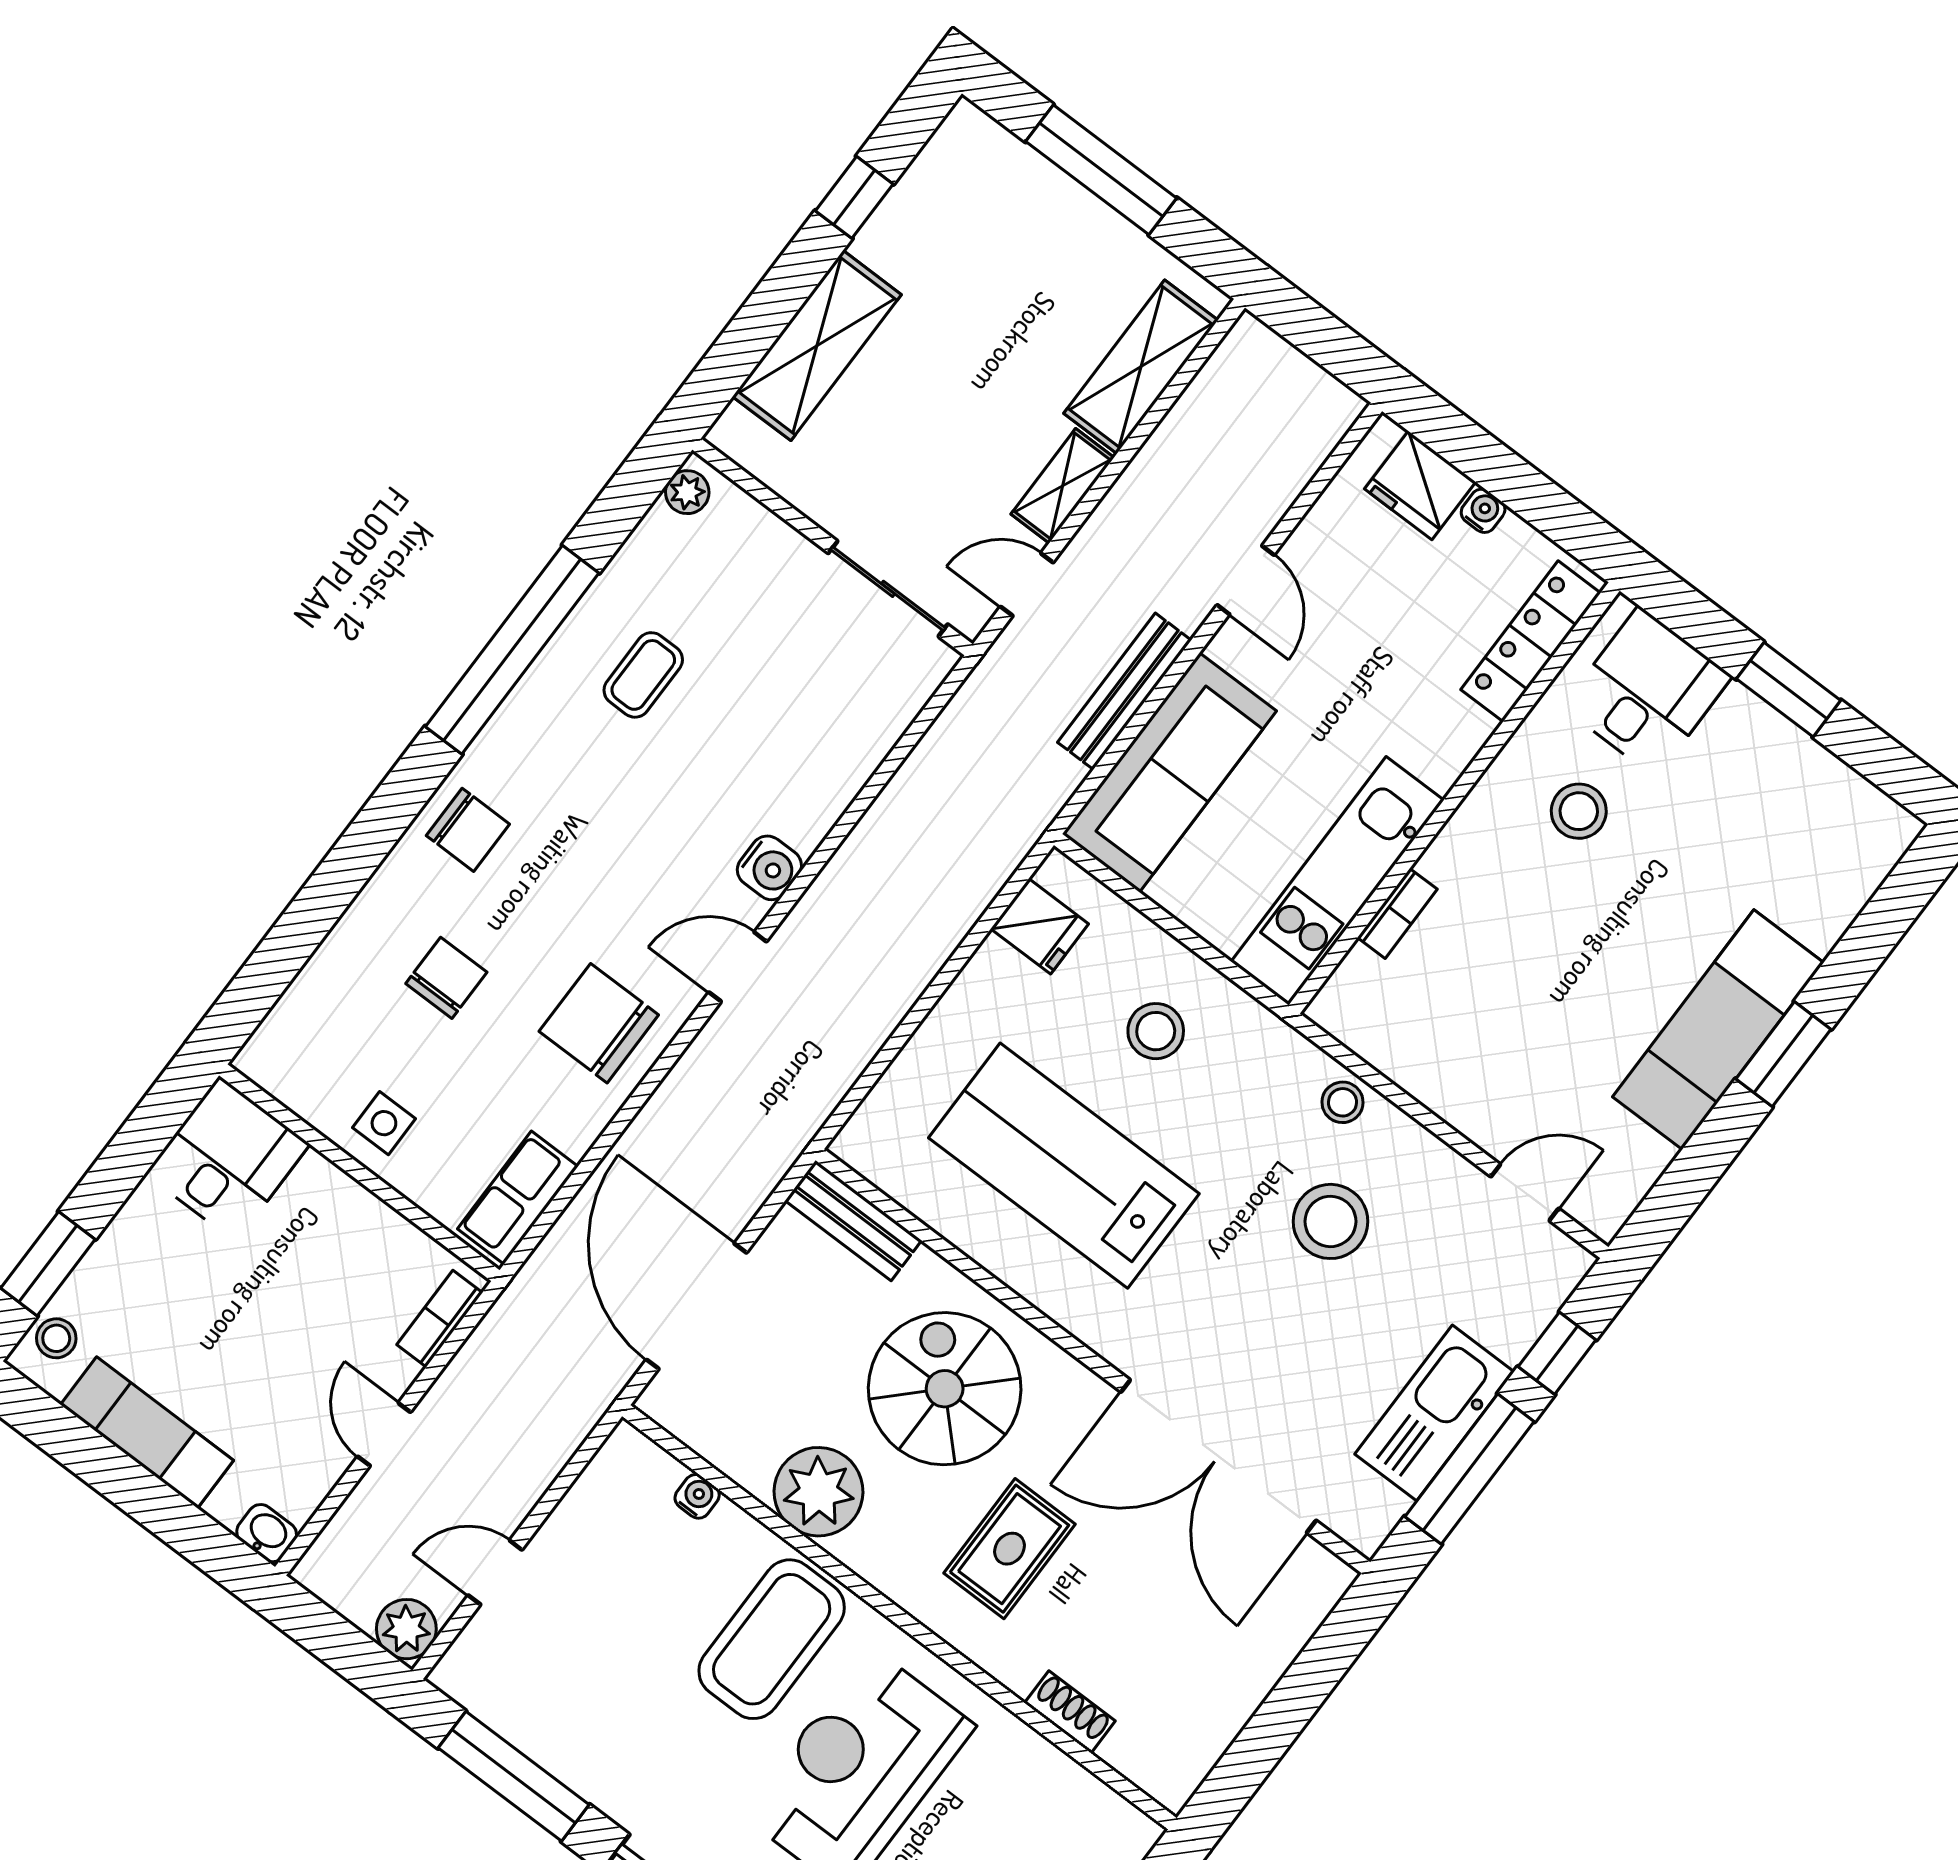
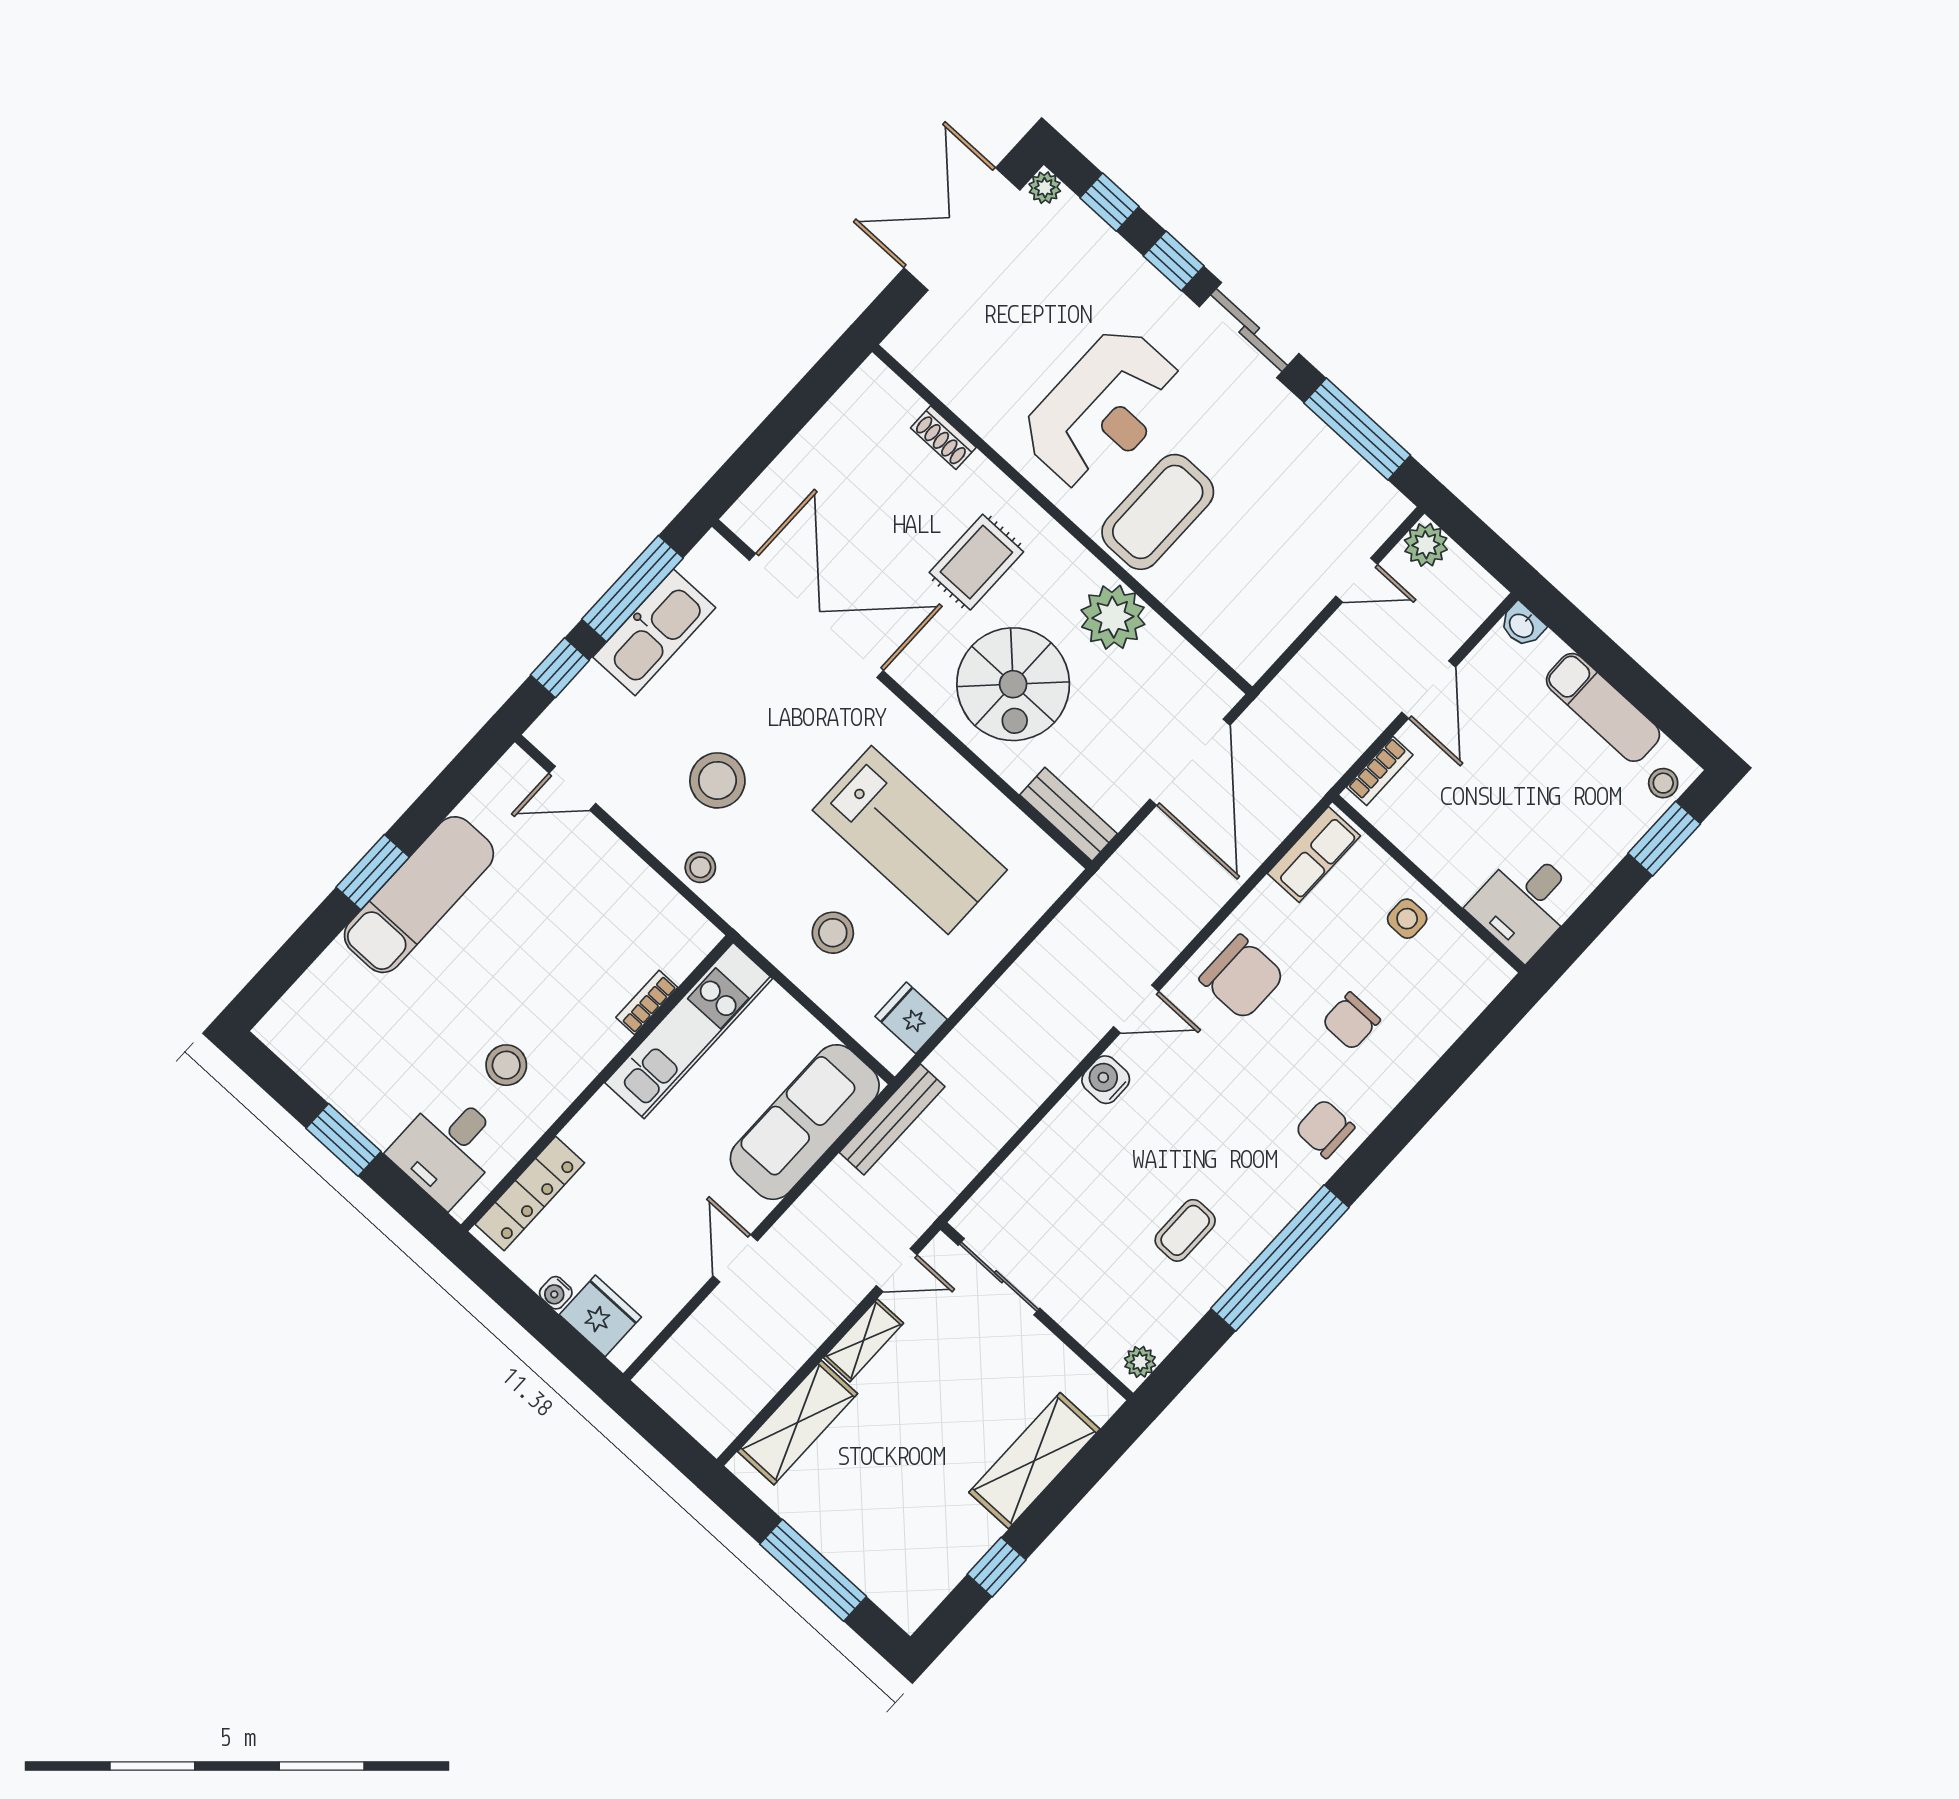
bench: (1124, 691) -> (892, 1120), moved
door: (384, 1434) -> (1429, 690), width x1.37
water cooler: (697, 1496) -> (1203, 622), removed

